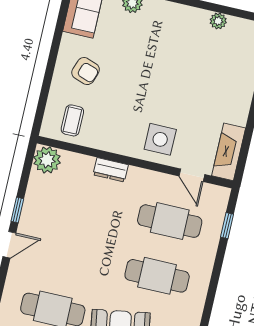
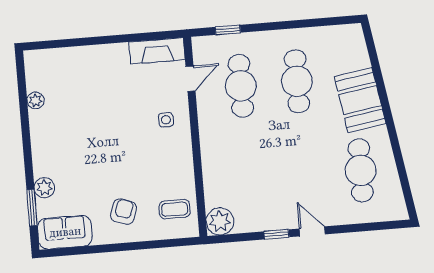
side table: (160, 139) -> (166, 120), width x0.54, depth x0.54
dresser: (111, 170) -> (210, 158), removed

